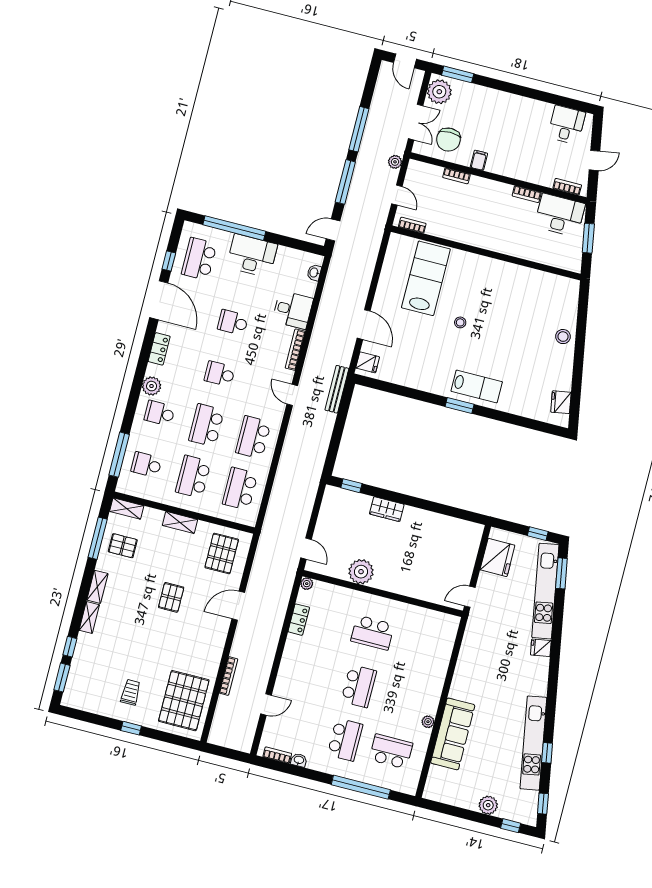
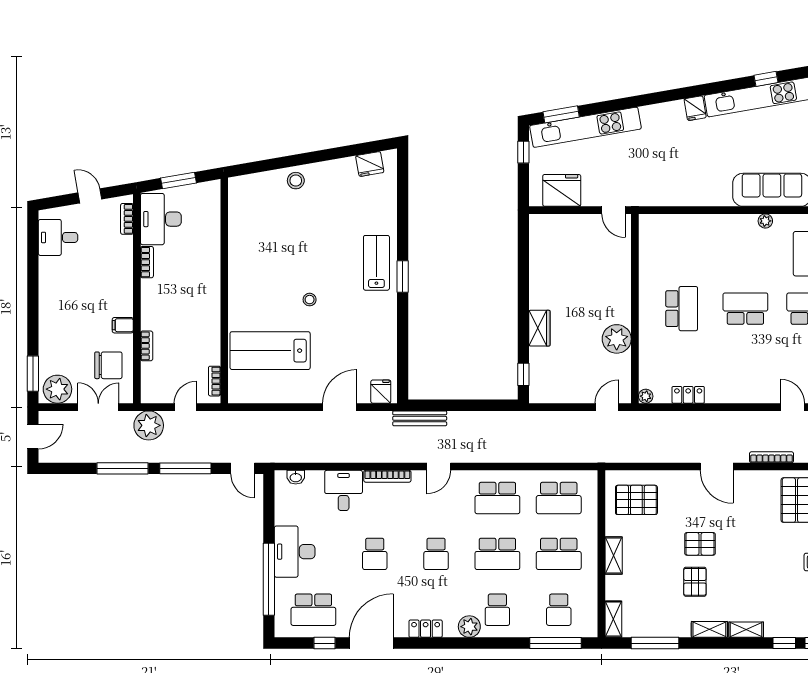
plant: (395, 162) -> (149, 425), width x1.87, depth x1.87
pallet: (123, 546) -> (695, 582), moved
door: (238, 606) -> (717, 467), moved
fridge: (541, 648) -> (695, 108), moved

